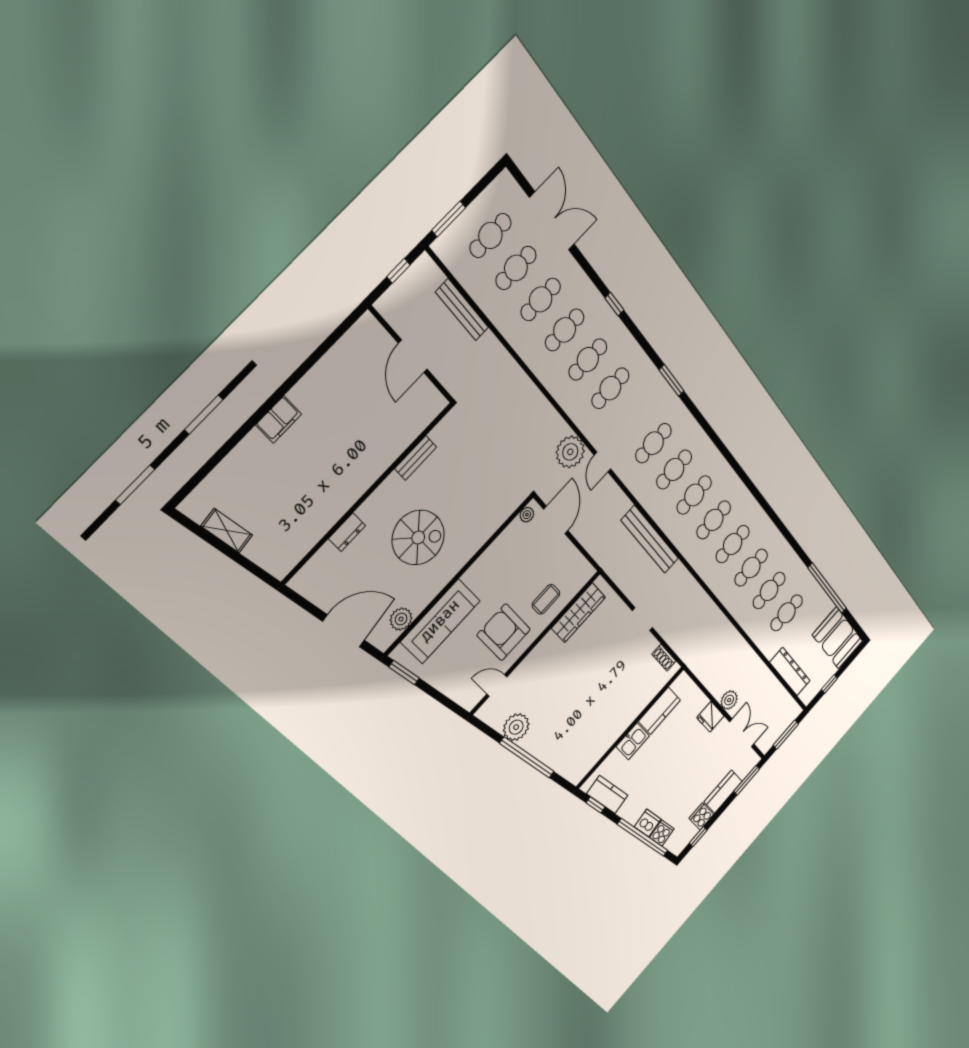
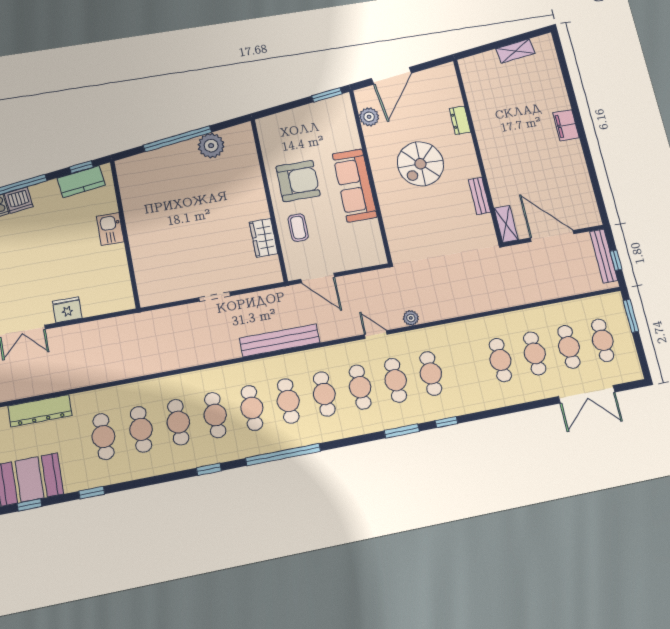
window: (614, 304) -> (446, 422), moved
bench: (462, 310) -> (604, 256), moved, turned 90
door: (413, 356) -> (552, 236), width x1.36
cafe table: (588, 360) -> (396, 380), moved
shelving: (429, 412) -> (506, 224), added
plant: (570, 452) -> (411, 318), width x0.53, depth x0.53
window: (737, 467) -> (283, 455), added
plant: (527, 515) -> (378, 251), removed
window: (774, 517) -> (209, 469), added
door: (556, 520) -> (318, 278), moved
window: (827, 588) -> (92, 493), width x0.32
wardrobe: (578, 613) -> (264, 238), width x0.67
sofa: (440, 621) -> (355, 185), moved
window: (854, 623) -> (29, 505), added
shoe rack: (664, 658) -> (163, 297), removed
door: (497, 685) -> (259, 151), removed
plant: (729, 700) -> (67, 336), removed
kitchen counter: (659, 711) -> (117, 267), removed

